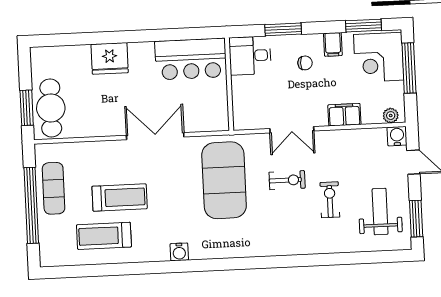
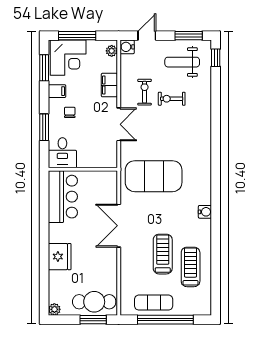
plant: (38, 55) -> (54, 309), added
exercise bike: (287, 180) -> (145, 92), moved
treadmill: (104, 236) -> (191, 267), turned 180
window: (388, 256) -> (216, 58), added

